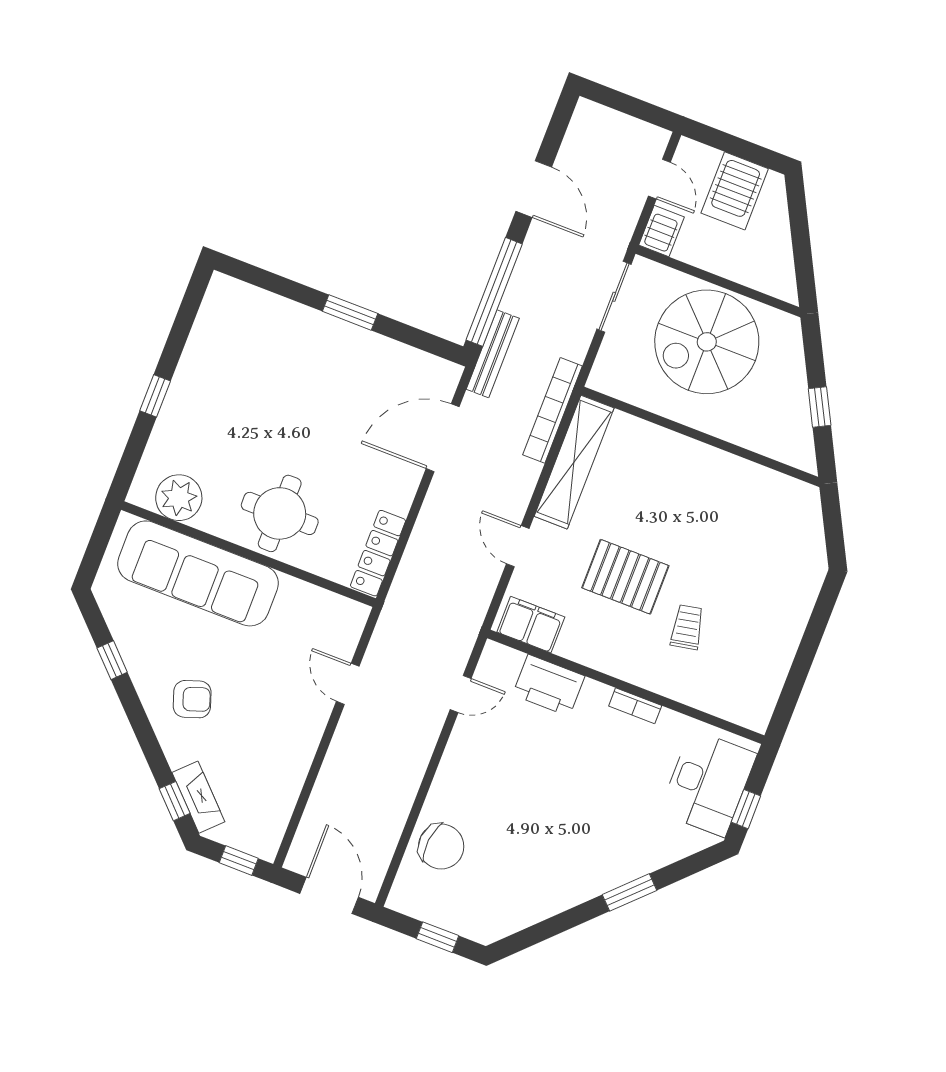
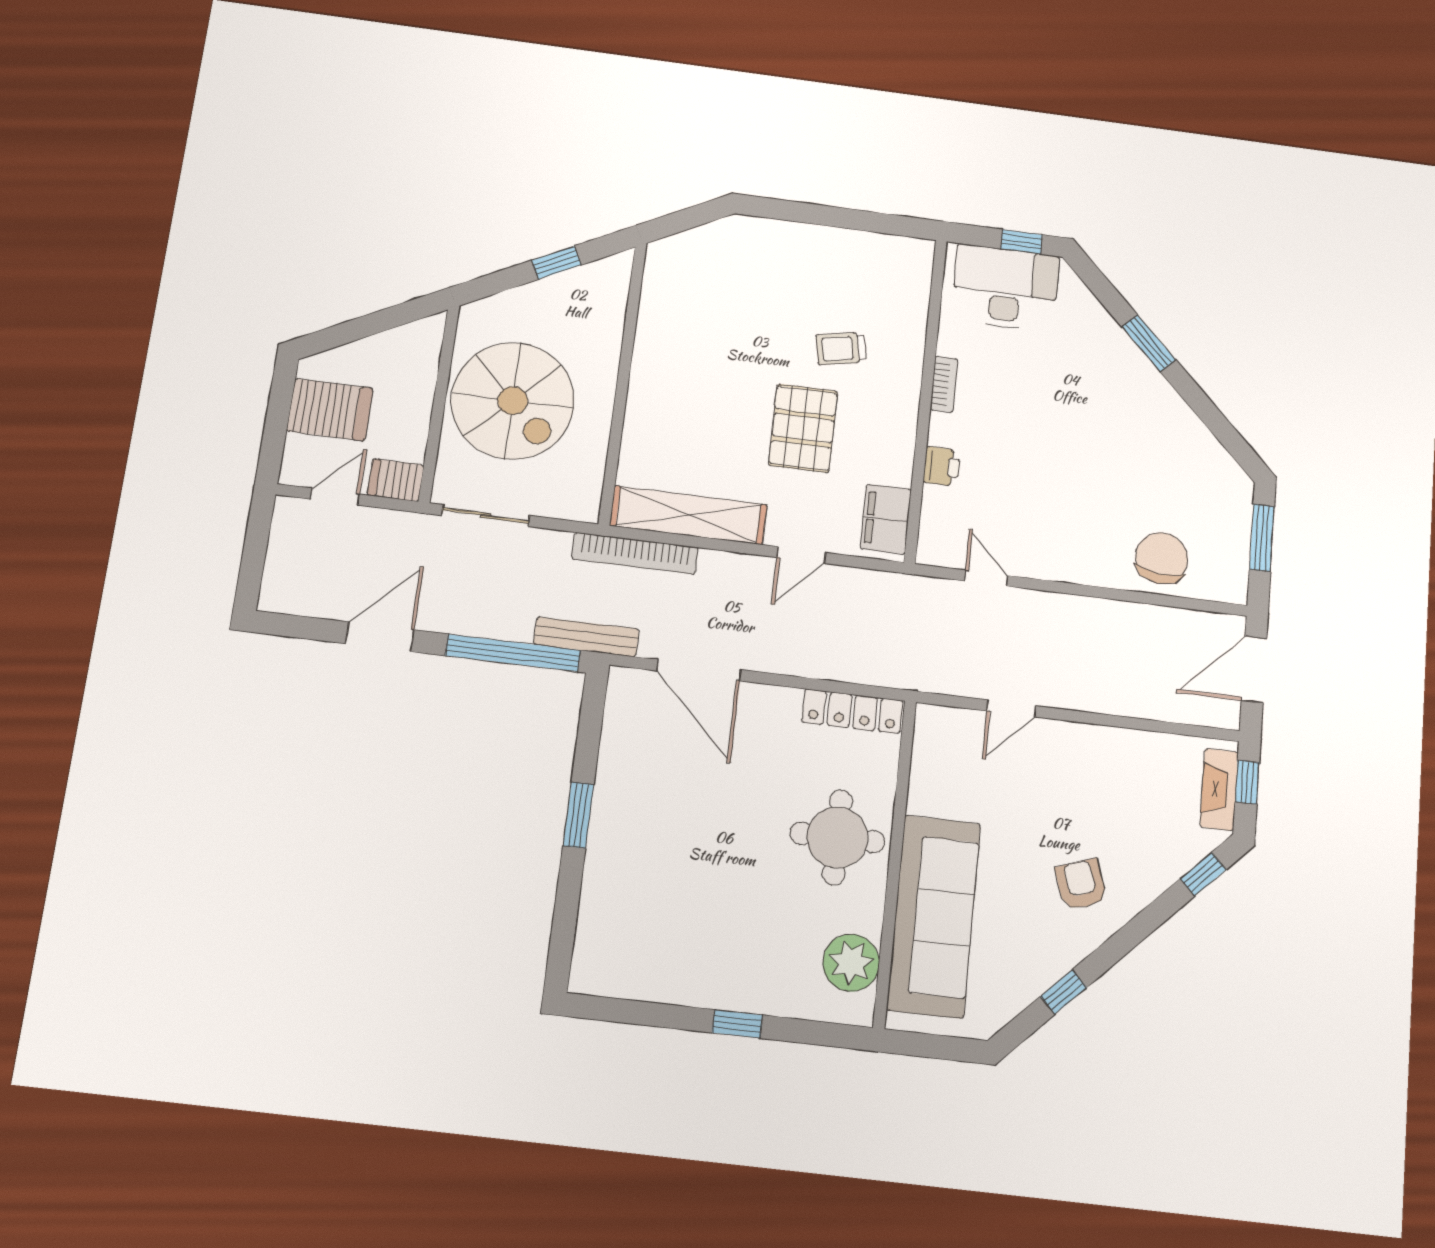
printer: (549, 685) -> (942, 466), width x0.53, depth x0.68
fireplace: (198, 797) -> (1219, 789), moved, turned -45
window: (438, 937) -> (1262, 538), width x1.50

